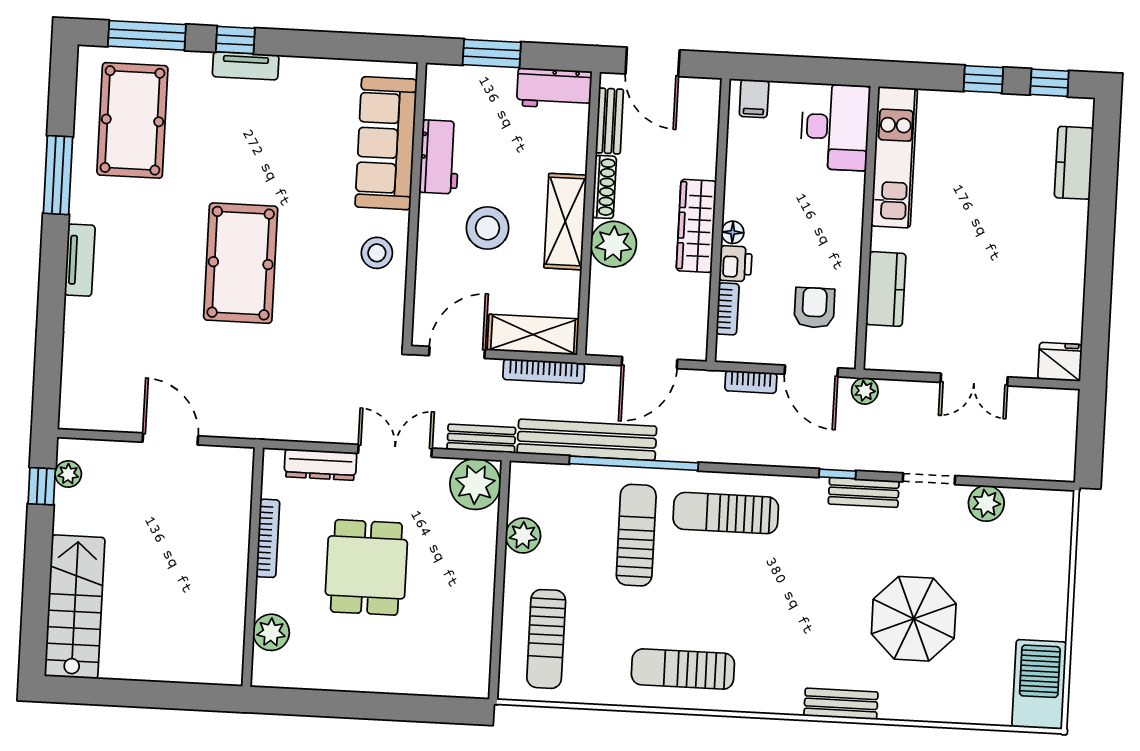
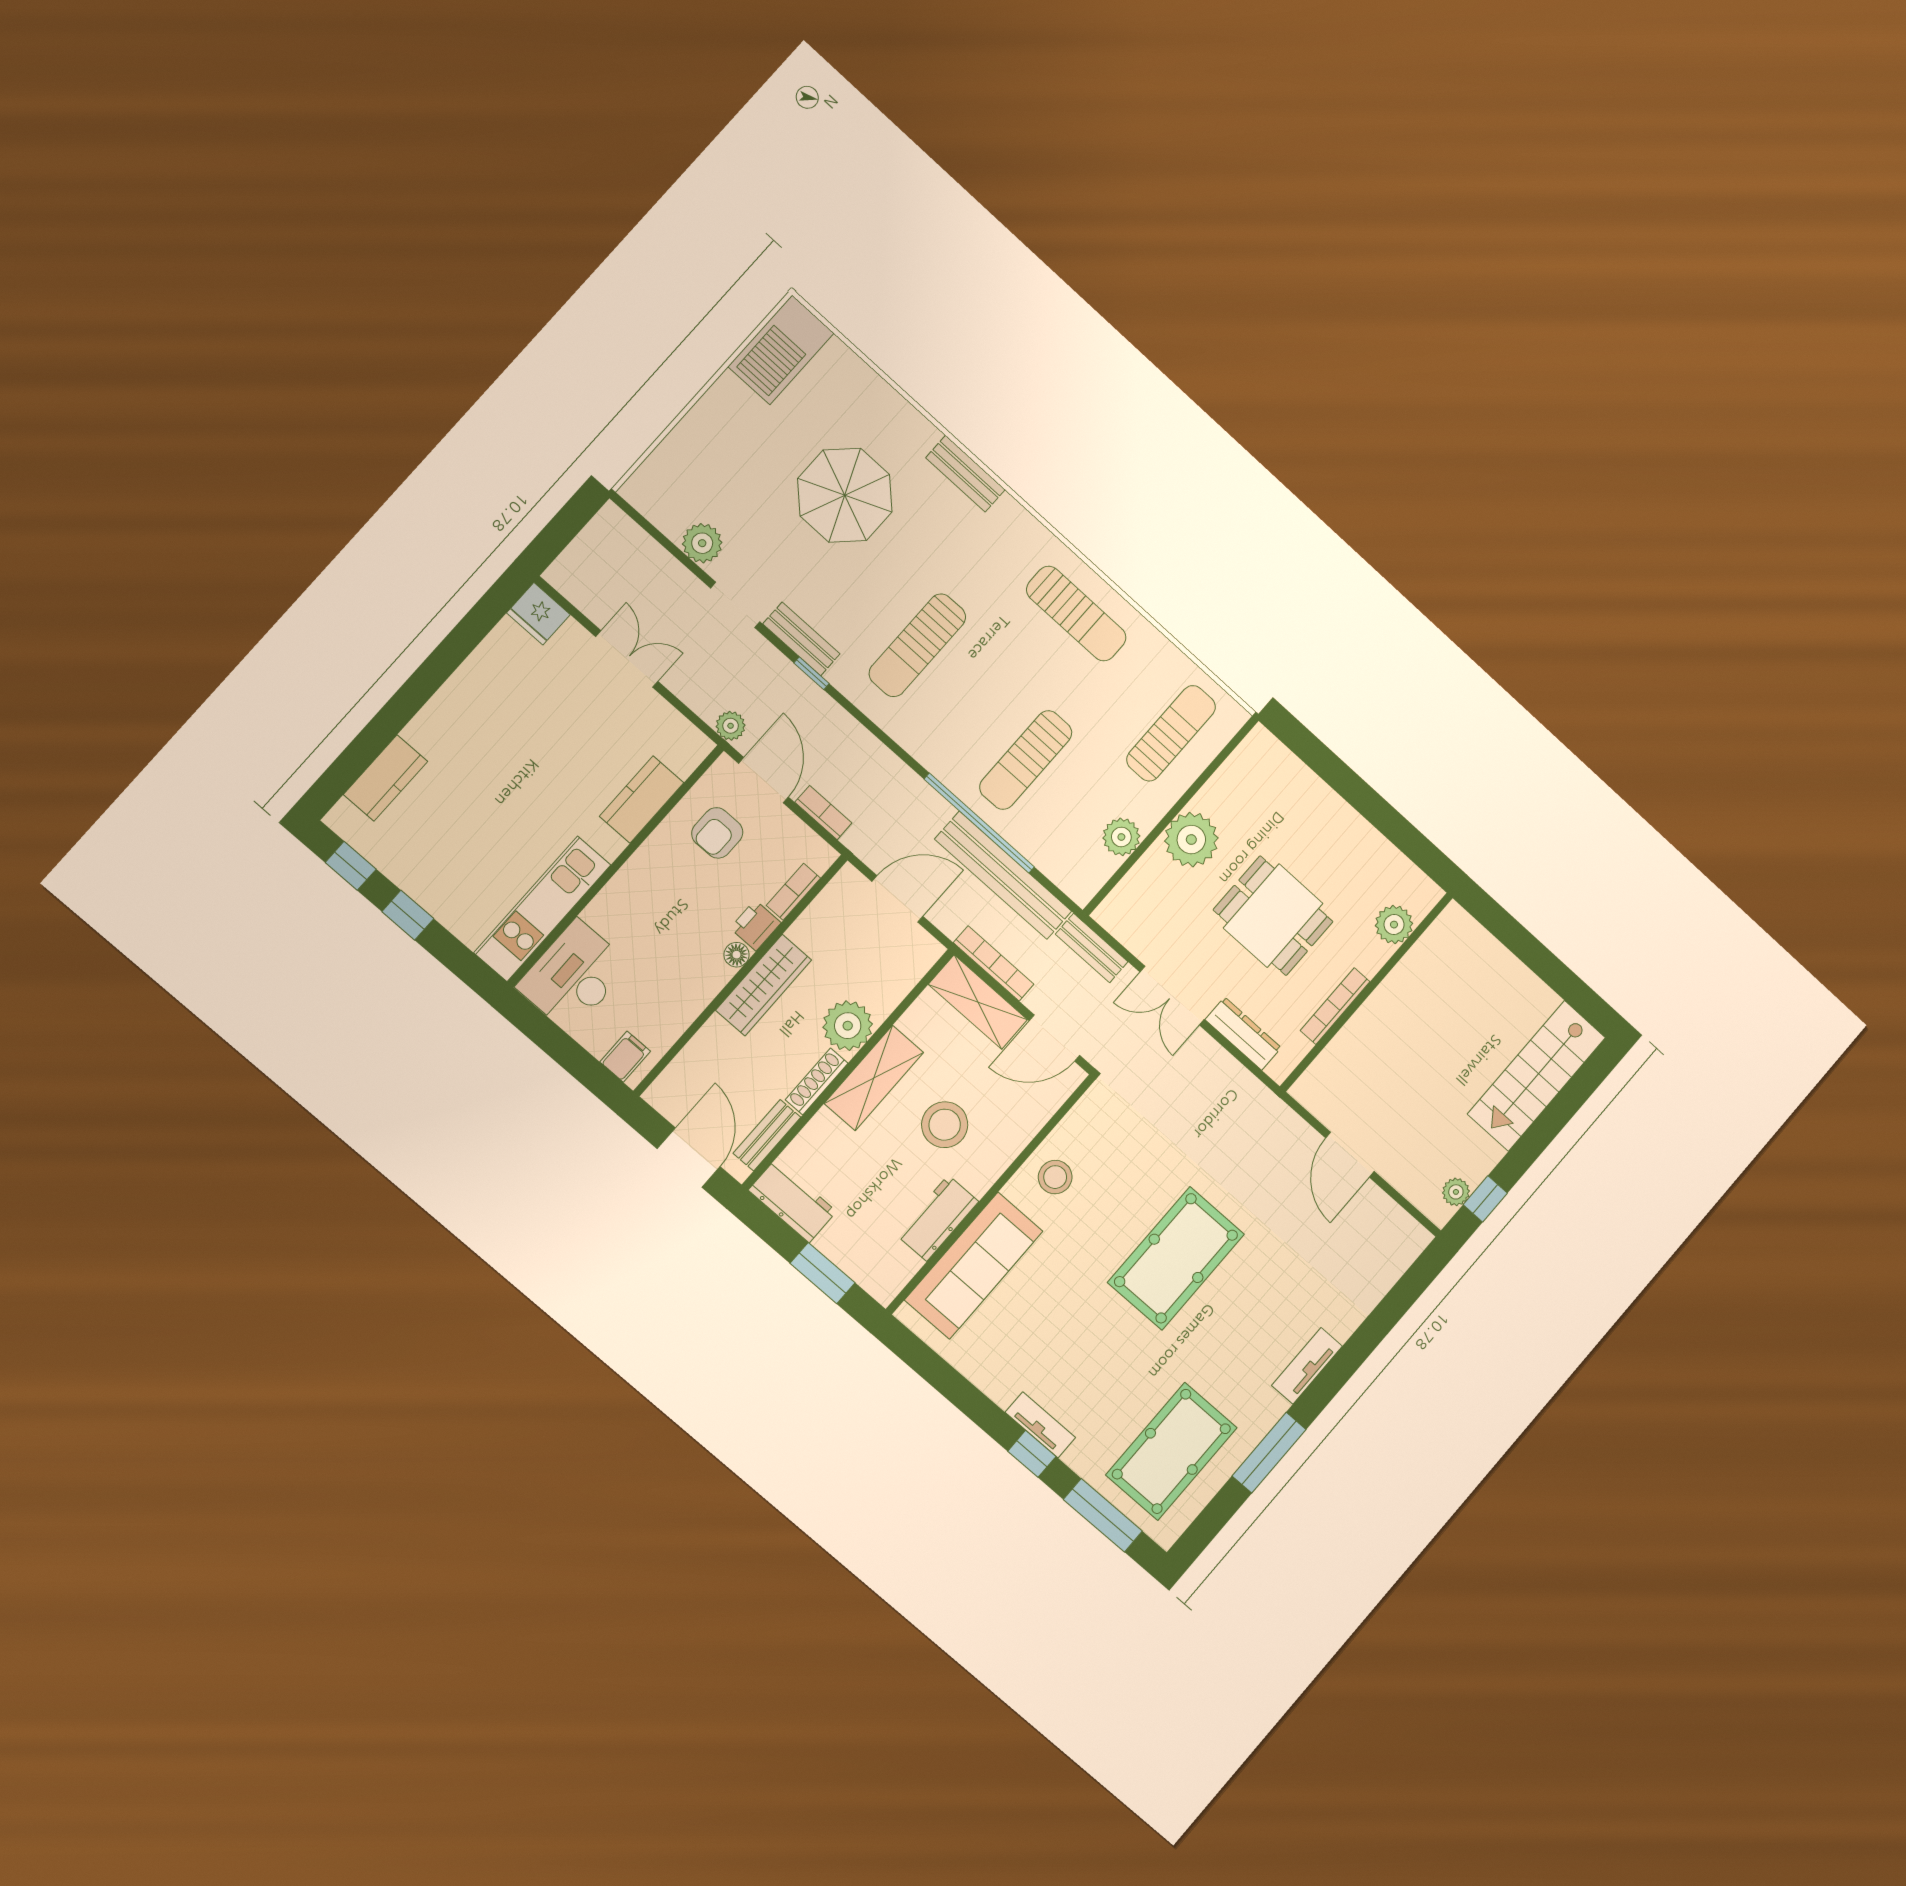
plant: (475, 484) -> (1191, 840), moved
sun lounger: (726, 513) -> (917, 645), moved, turned 90
dining table: (366, 567) -> (1273, 916), turned 90

